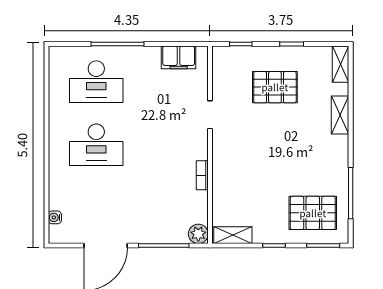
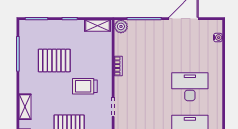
trolley: (252, 145) -> (85, 86), added
pallet: (313, 213) -> (54, 61), moved

